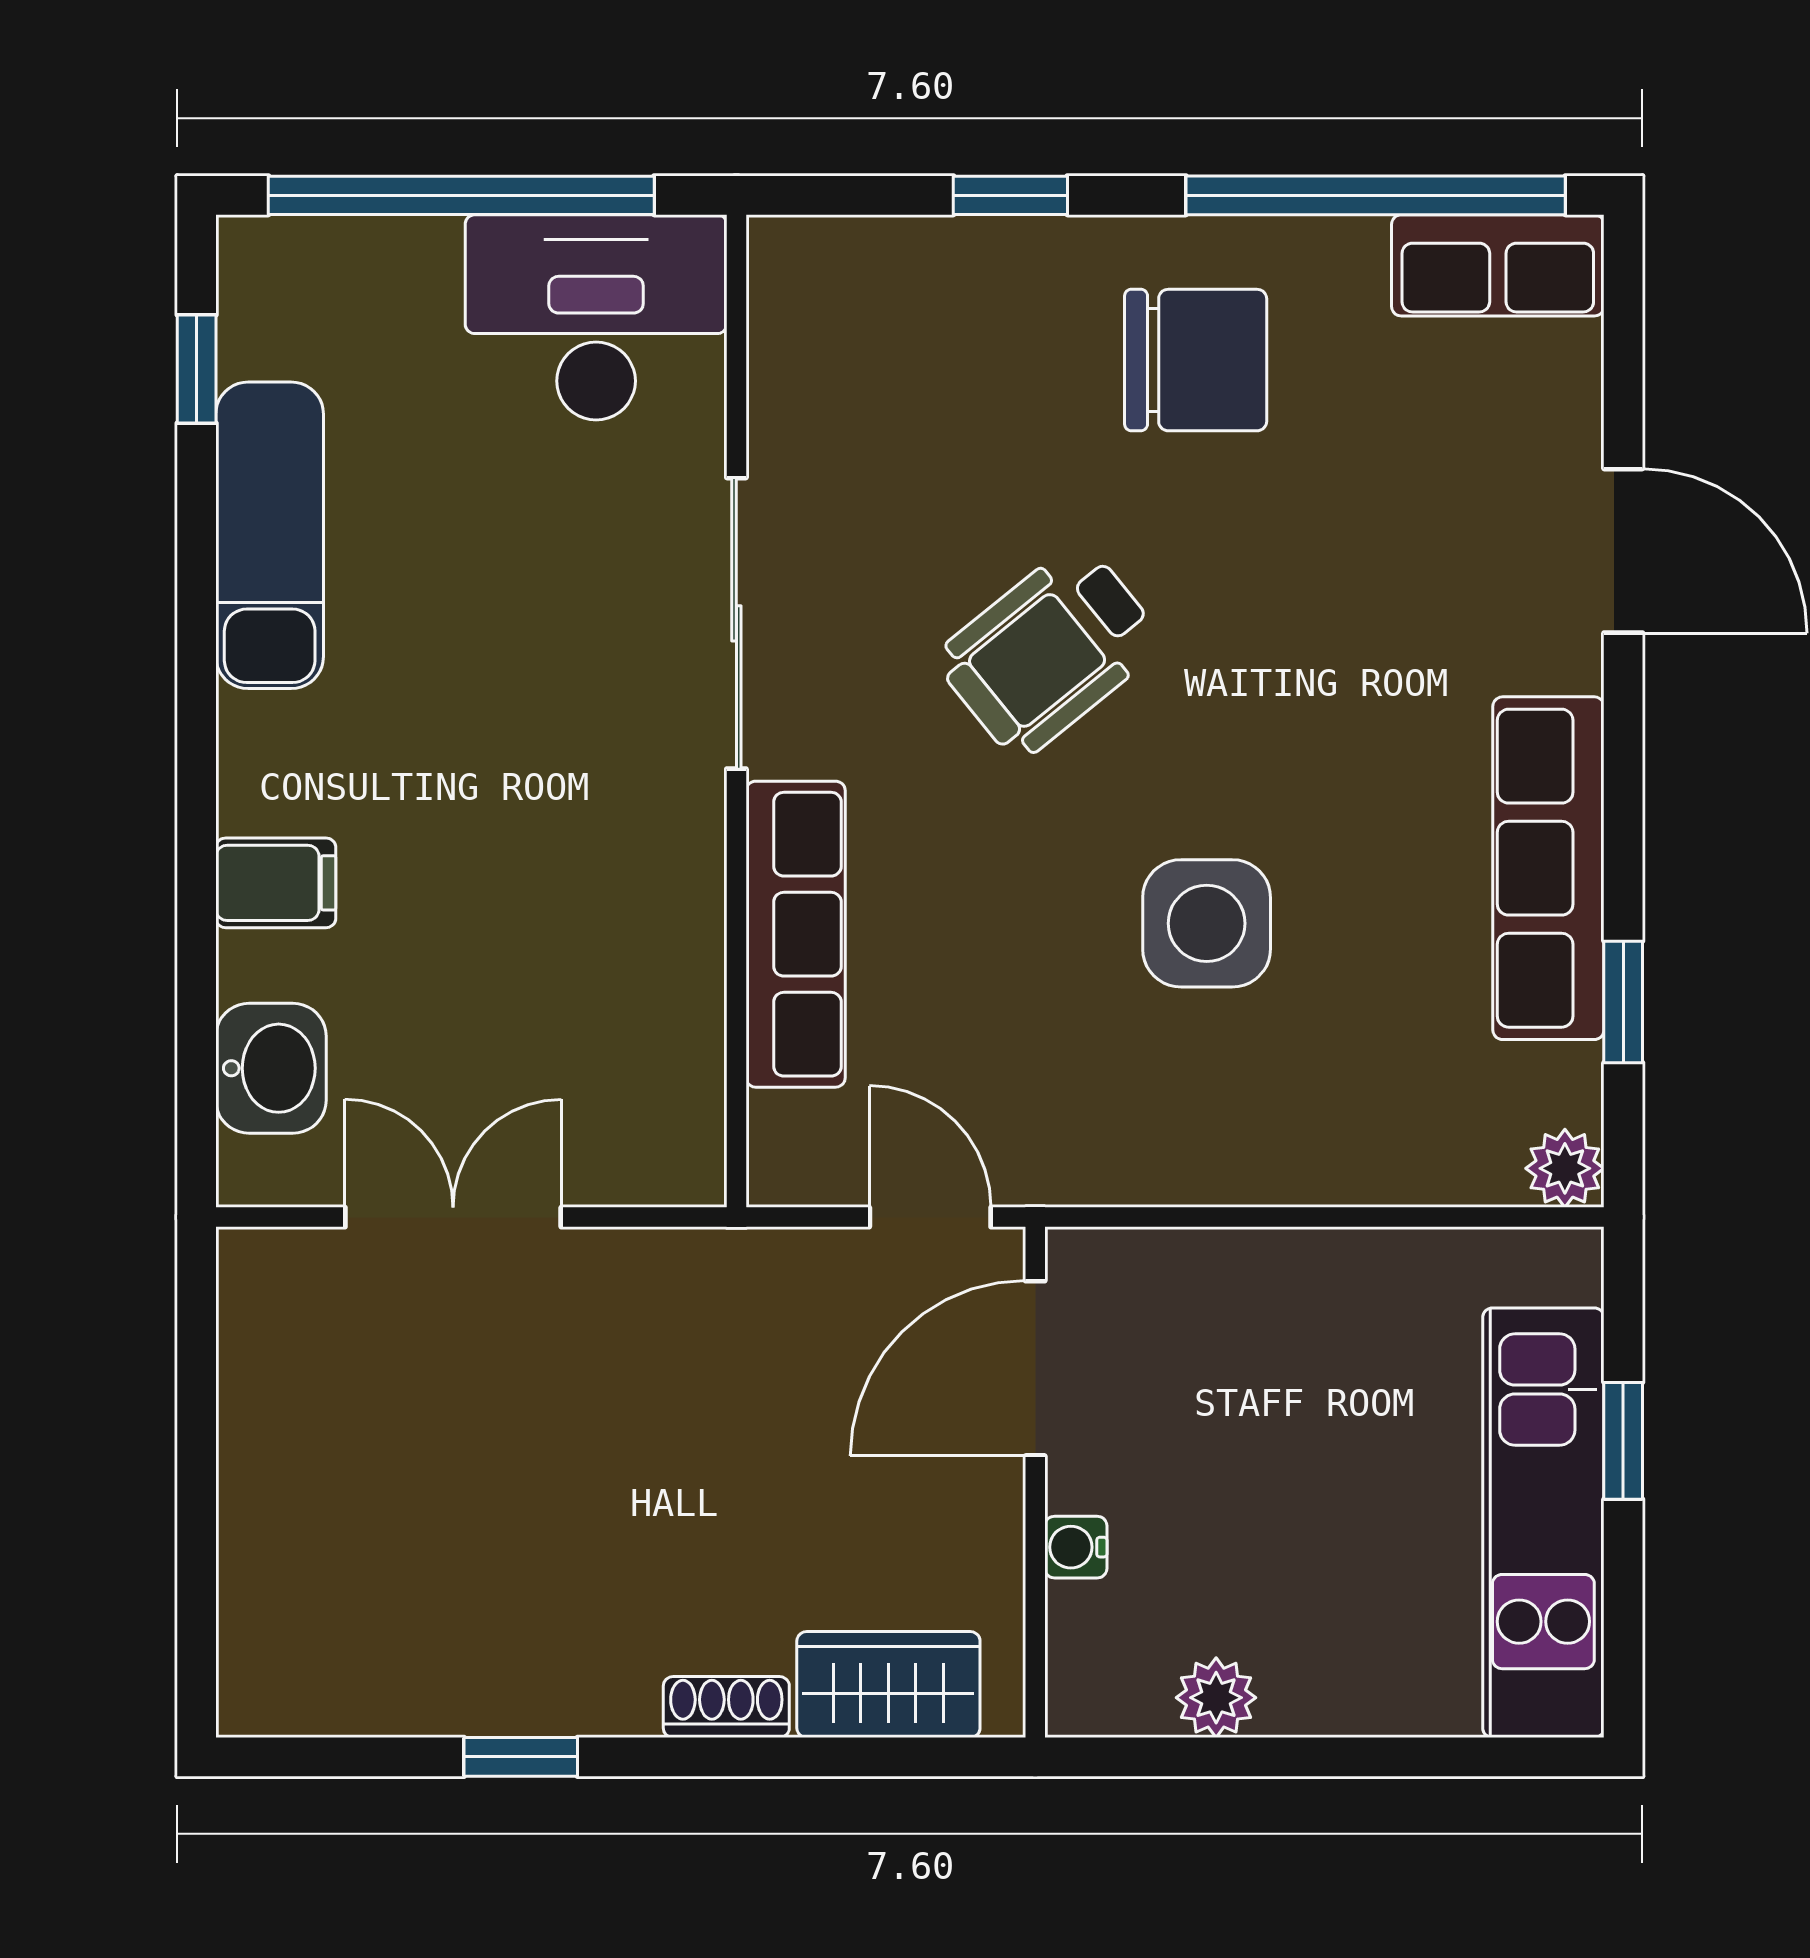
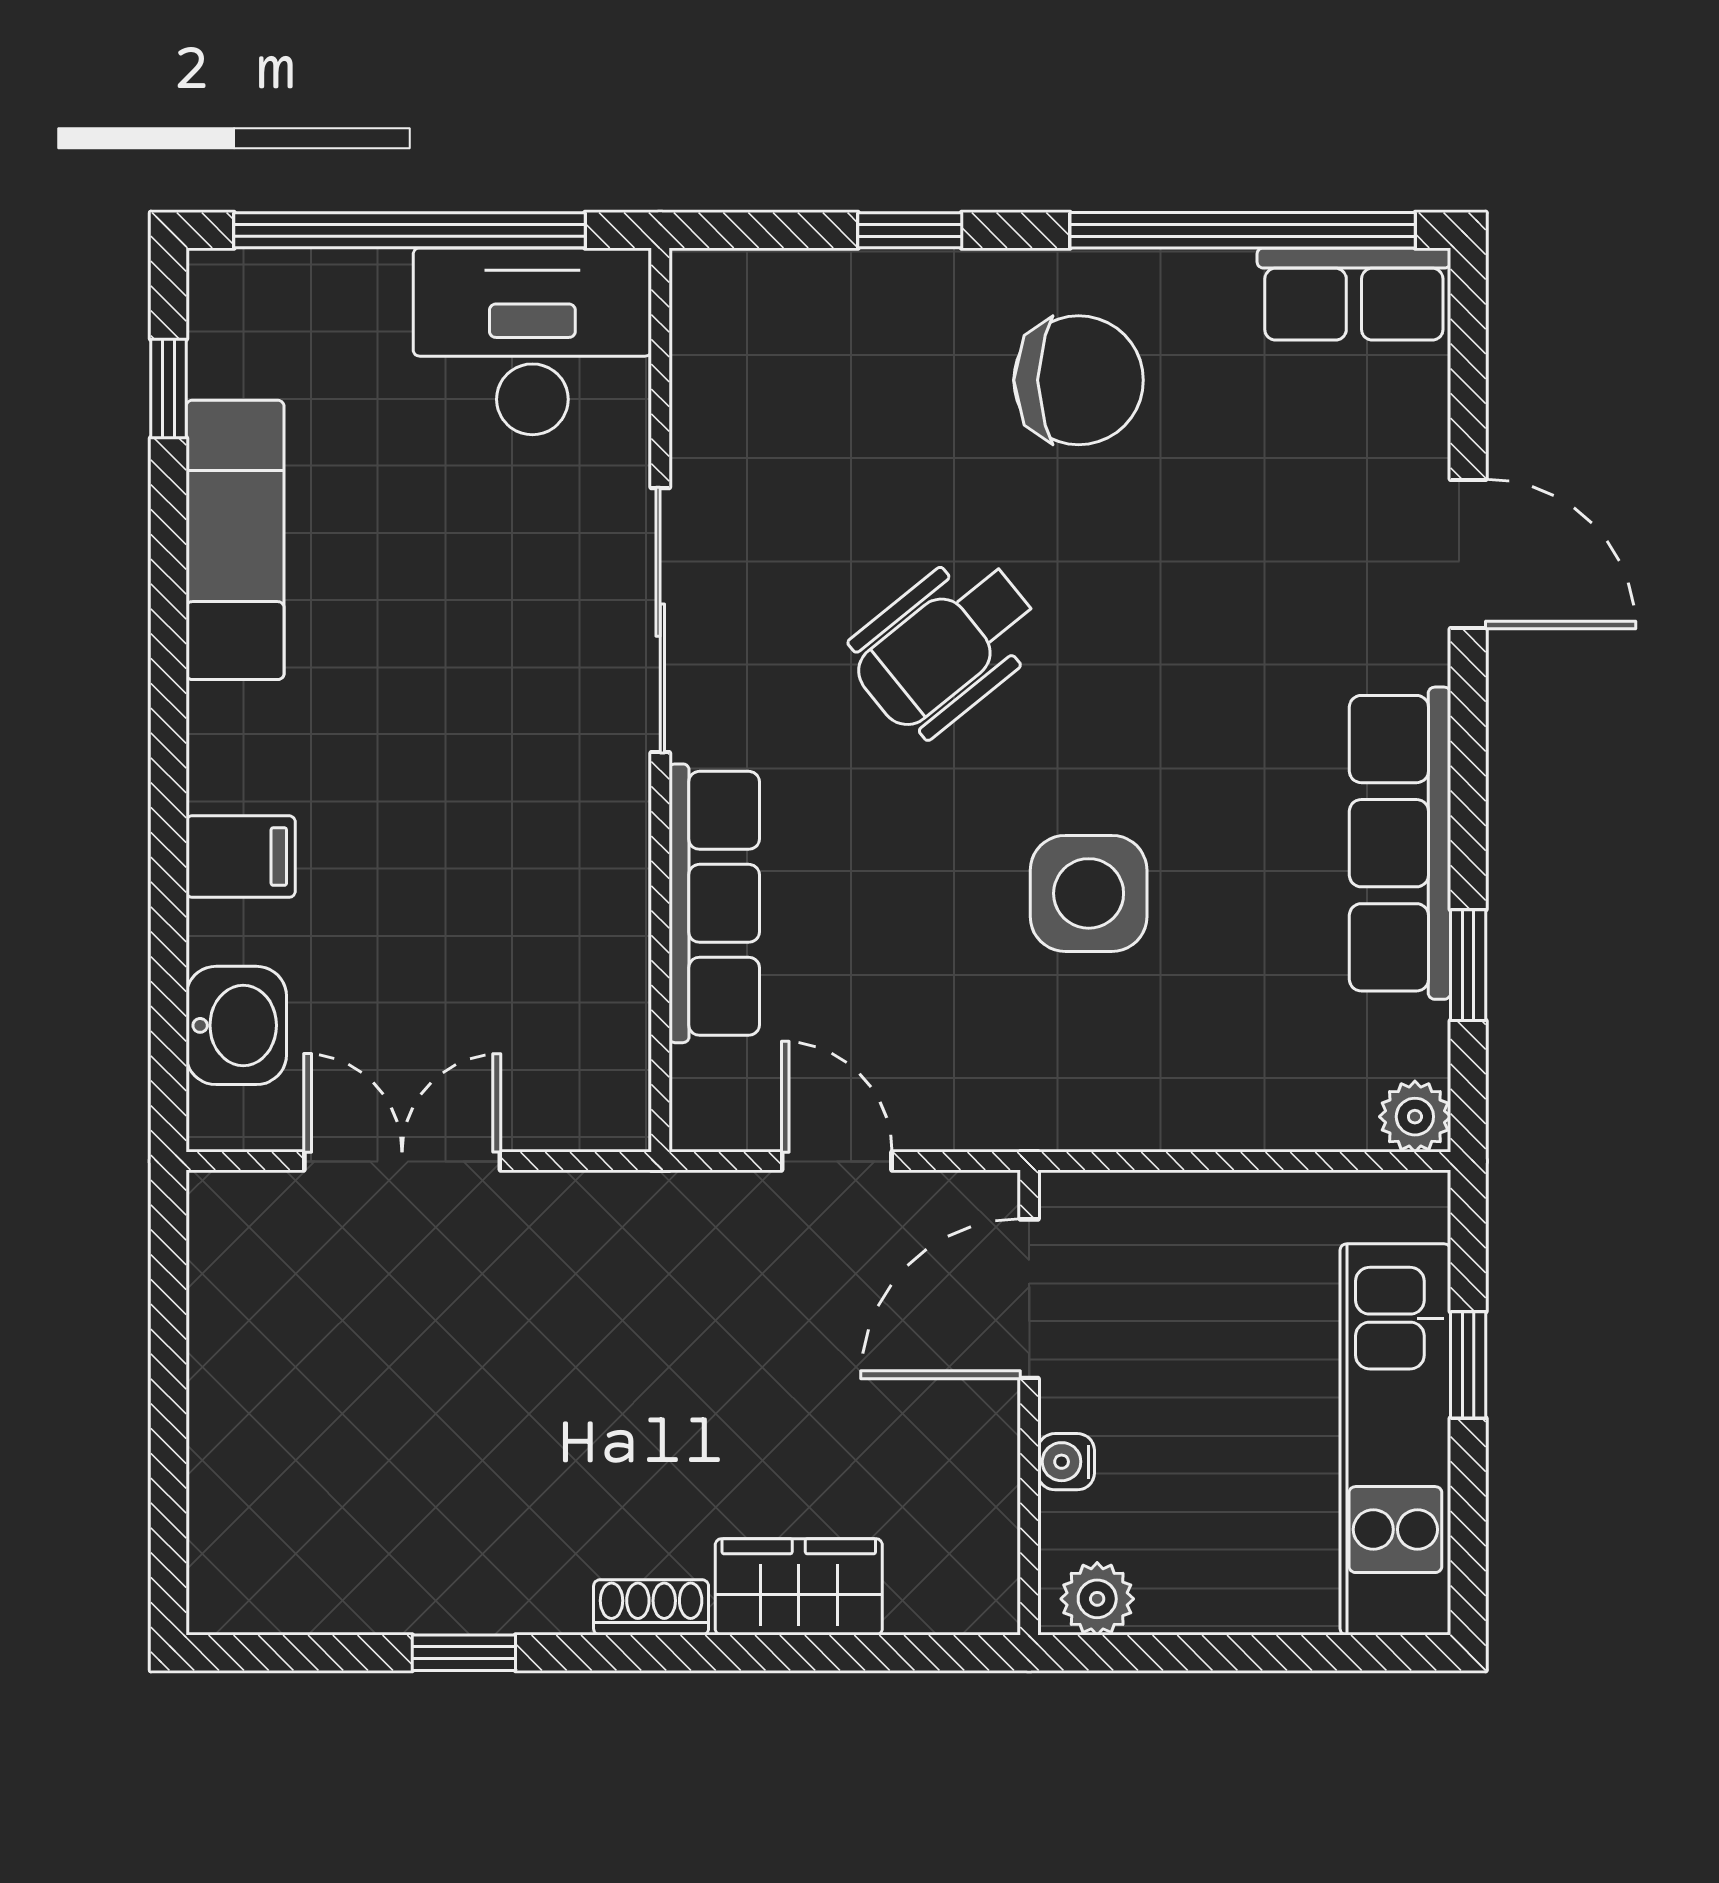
door: (1035, 1368) -> (1029, 1299), moved
wall: (1035, 1482) -> (1029, 1403), moved
water cooler: (1076, 1547) -> (1066, 1462), moved

